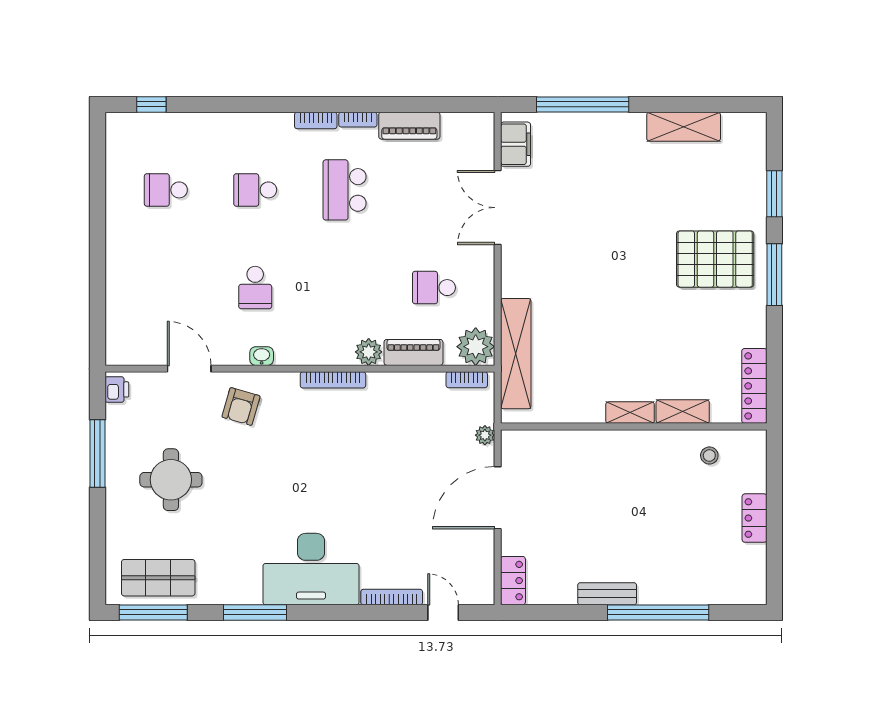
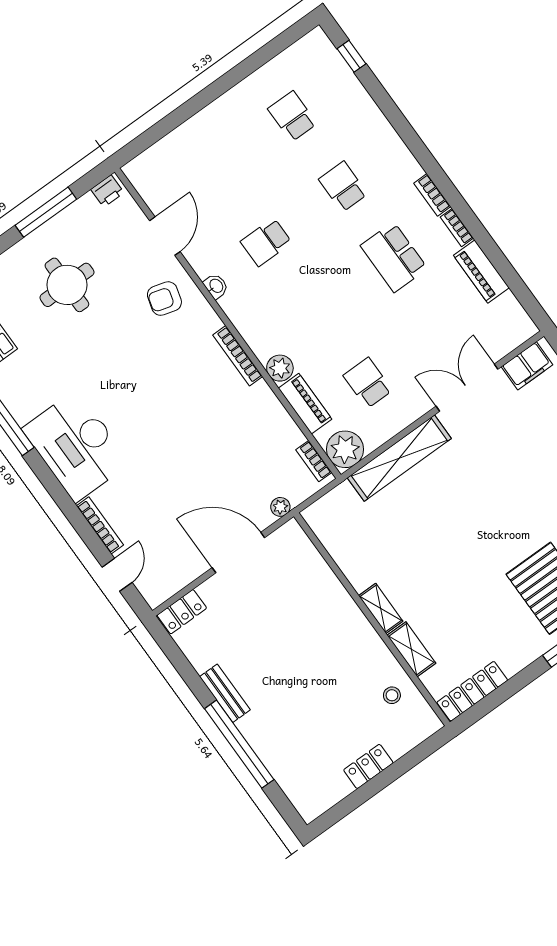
school desk: (345, 190) -> (394, 257), turned -90
shelving: (516, 354) -> (399, 458), moved

